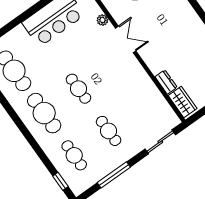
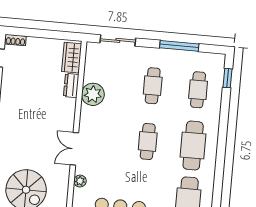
plant: (145, 89) -> (93, 94), added

